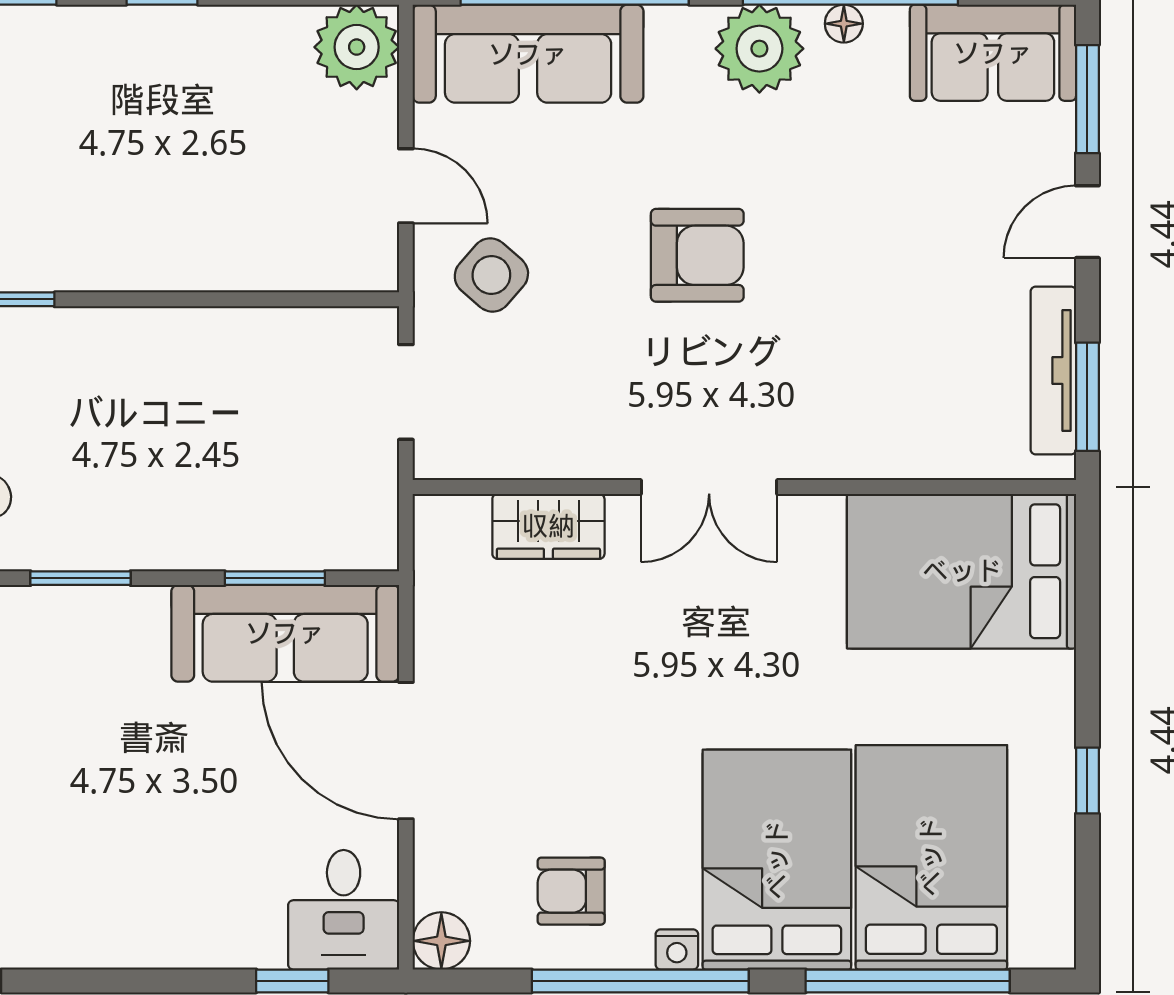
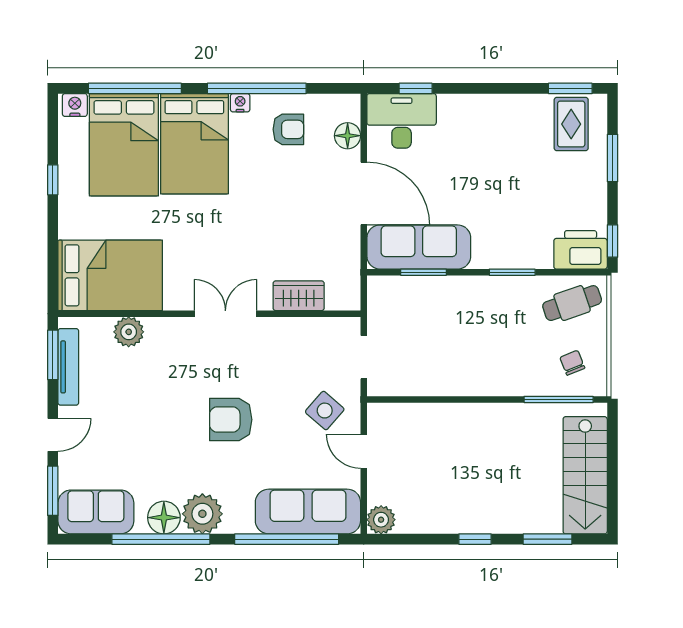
floor lamp: (844, 24) -> (164, 518), width x1.89, depth x1.89
plant: (357, 47) -> (381, 520), width x0.73, depth x0.73
plant: (921, 447) -> (129, 332), added
desk: (344, 910) -> (402, 121), width x1.37
floor lamp: (441, 941) -> (348, 136), moved
nightstand: (1039, 944) -> (75, 105), added

